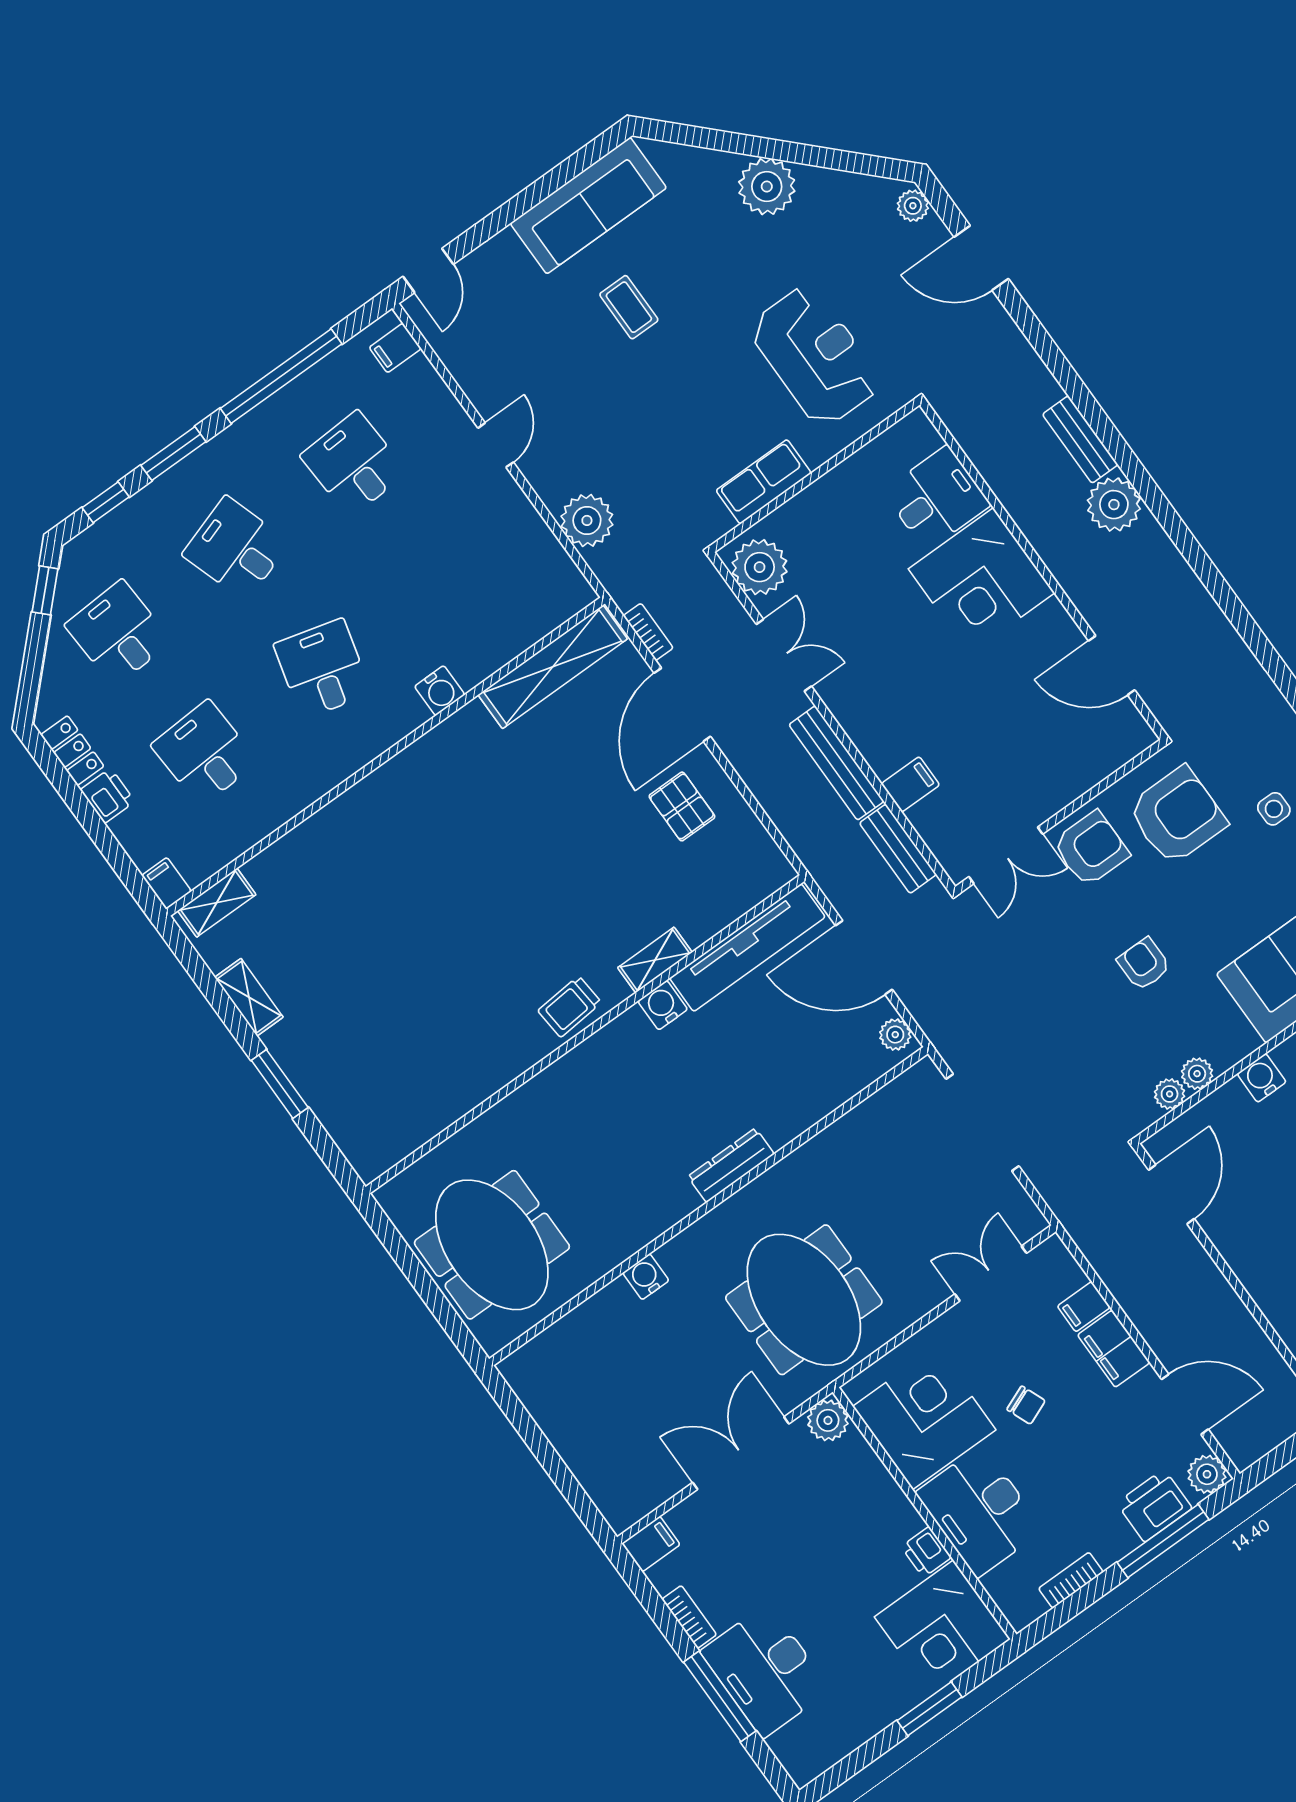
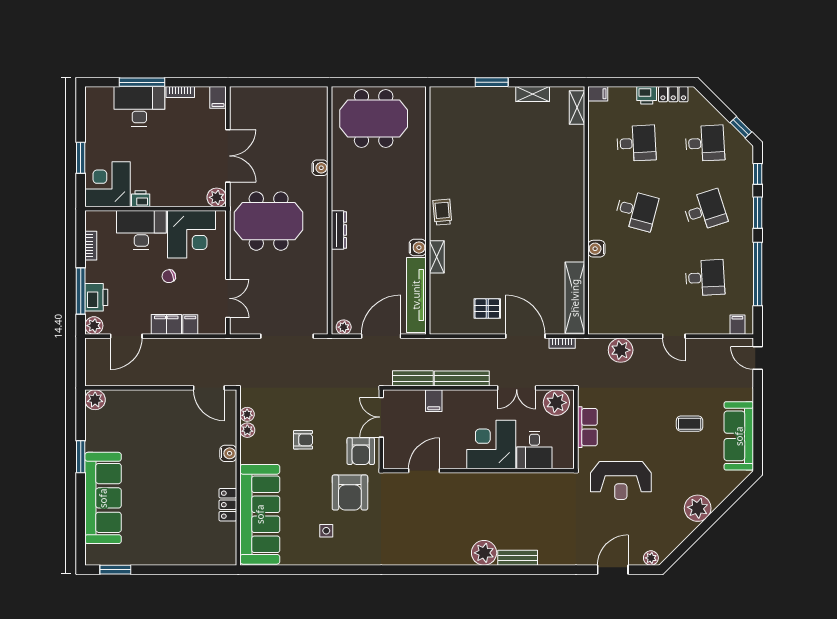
desk: (937, 498) -> (534, 450), moved
wall: (1043, 570) -> (479, 471), moved
corner desk: (982, 581) -> (491, 444), moved
door: (1112, 665) -> (424, 471), moved

